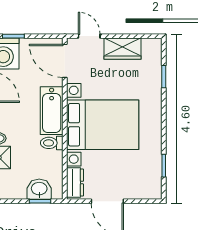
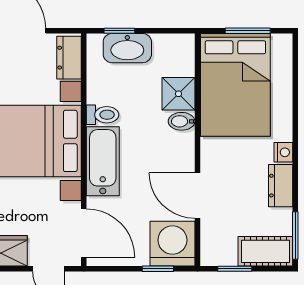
washbasin: (39, 189) -> (127, 48), width x1.38

